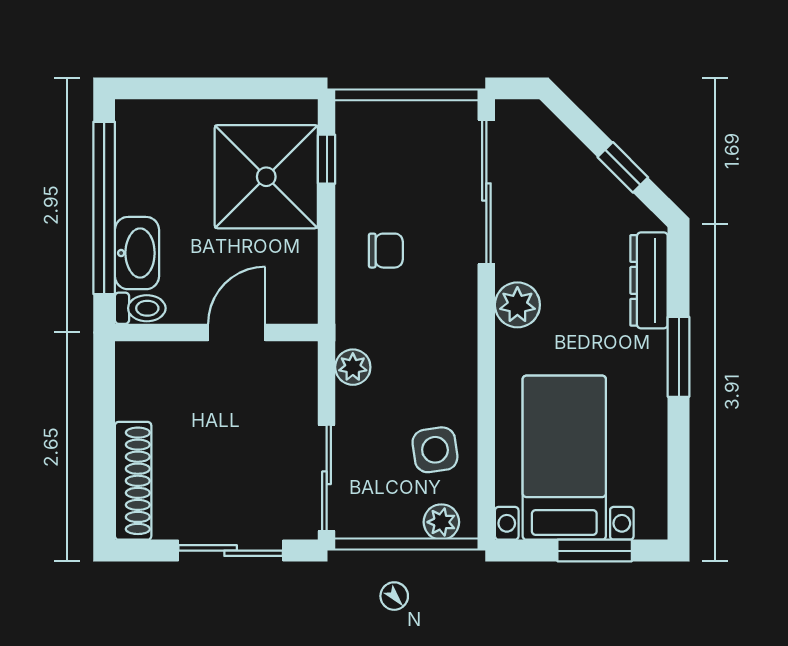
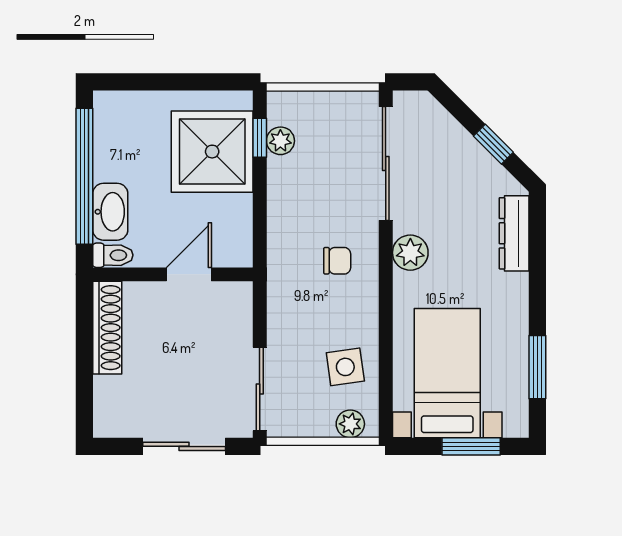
chair: (386, 251) -> (337, 261), moved
window: (679, 357) -> (537, 367), moved
plant: (353, 367) -> (280, 141), moved
shoe rack: (133, 481) -> (107, 328), moved

